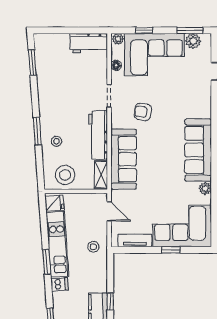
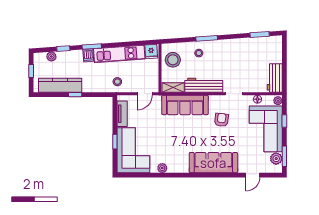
sofa: (198, 150) -> (213, 163), moved
window: (47, 262) -> (92, 46), moved

